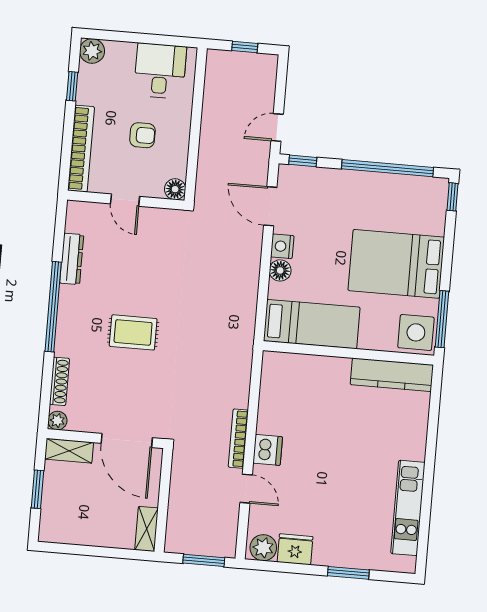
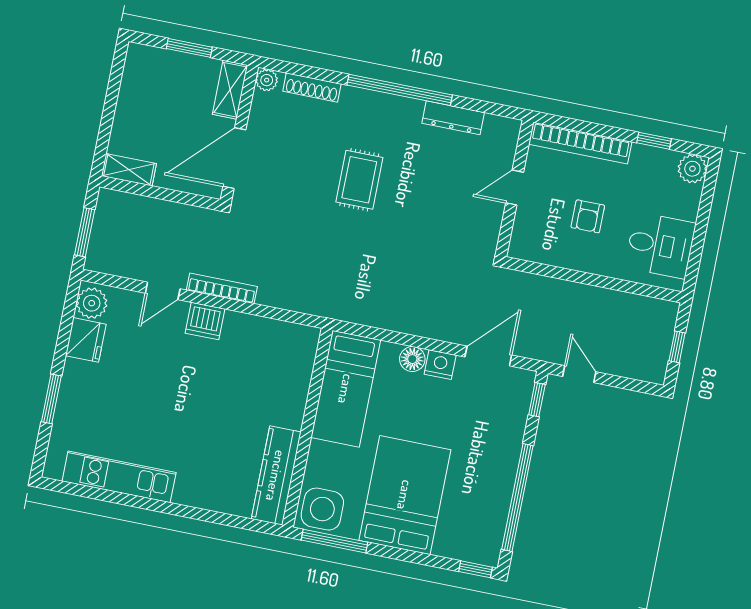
floor lamp: (175, 189) -> (521, 247), removed

